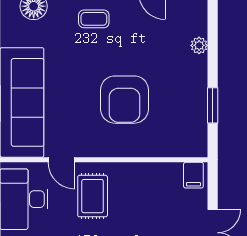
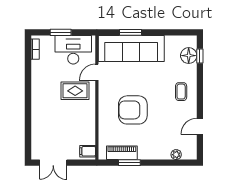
plant: (199, 45) -> (176, 155), moved
piano: (196, 118) -> (122, 153), added

